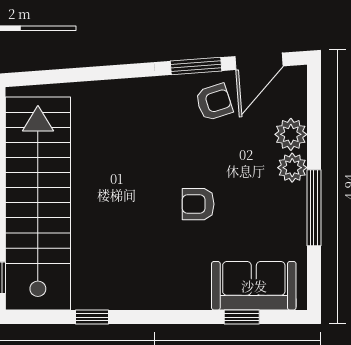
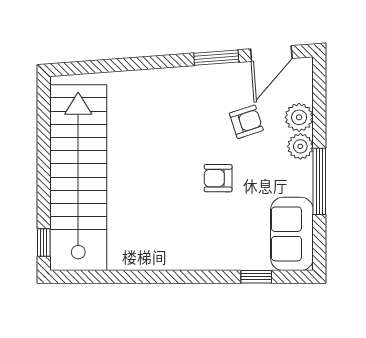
armchair: (214, 102) -> (246, 122), moved
sofa: (254, 286) -> (292, 234), moved, turned -90
window: (92, 317) -> (125, 277), removed

